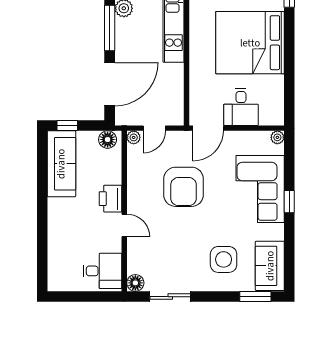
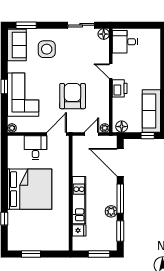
door: (110, 84) -> (120, 162), hinge flipped

